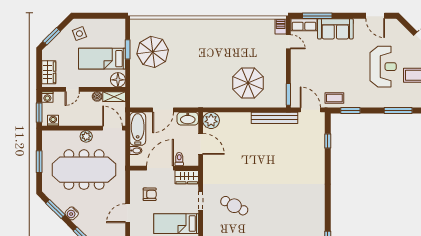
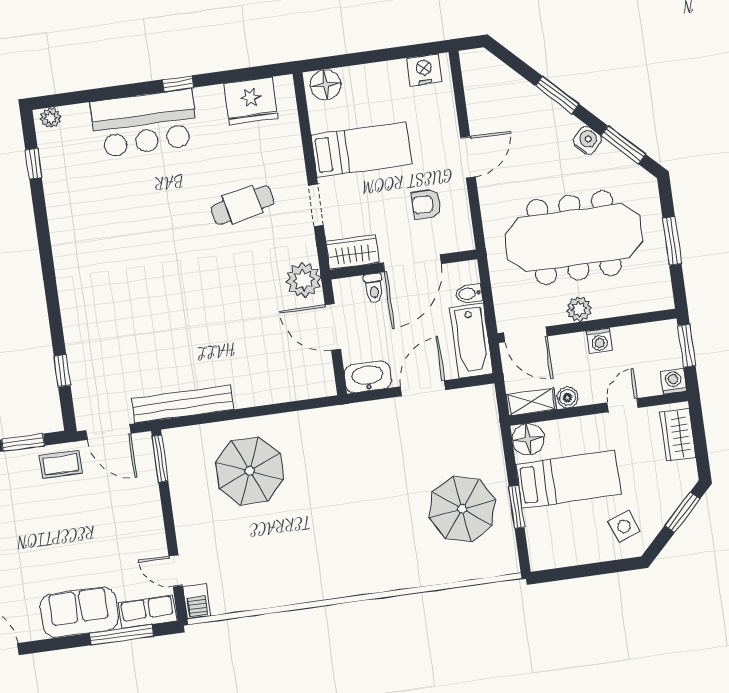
plant: (211, 120) -> (303, 280), moved
washing machine: (53, 121) -> (599, 341), moved
cafe table: (234, 206) -> (243, 205), turned -40

